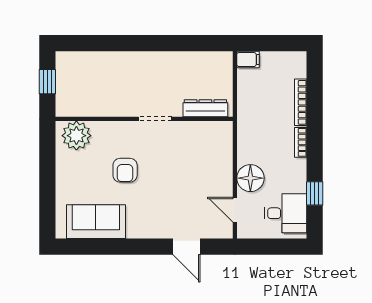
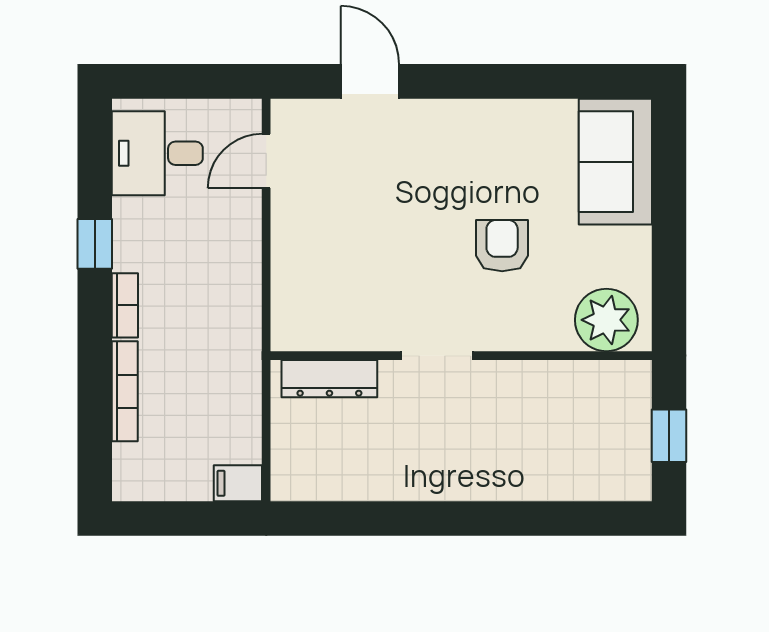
floor lamp: (250, 178) -> (233, 229), removed
window: (315, 193) -> (95, 244), moved
door: (235, 210) -> (266, 161), swing flipped
sofa: (96, 222) -> (615, 162), moved, turned 90

